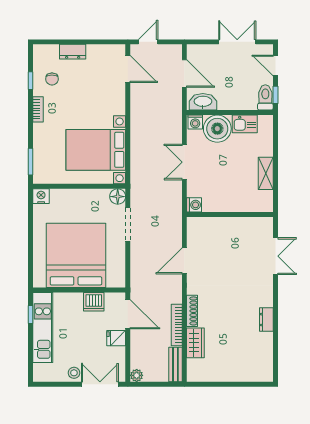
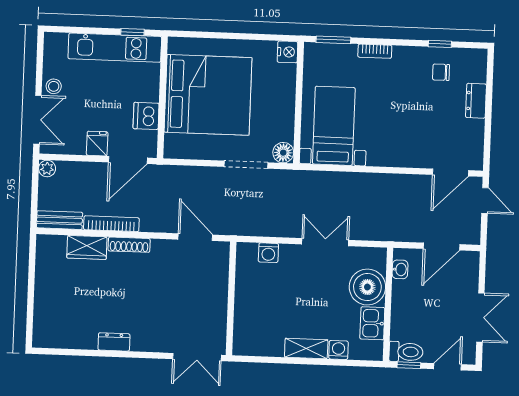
washbasin: (203, 102) -> (400, 269), width x0.52, depth x0.69
bookcase: (38, 109) -> (375, 51), moved
washing machine: (195, 122) -> (338, 350), moved, turned 90
bed with nightstands: (96, 150) -> (334, 126), width x0.73
wall: (230, 215) -> (231, 298), moved

